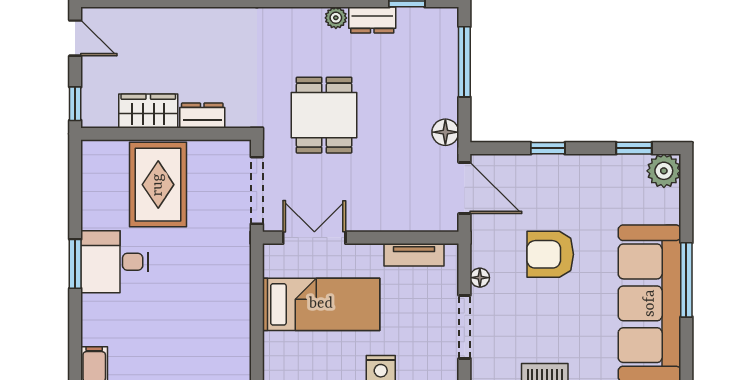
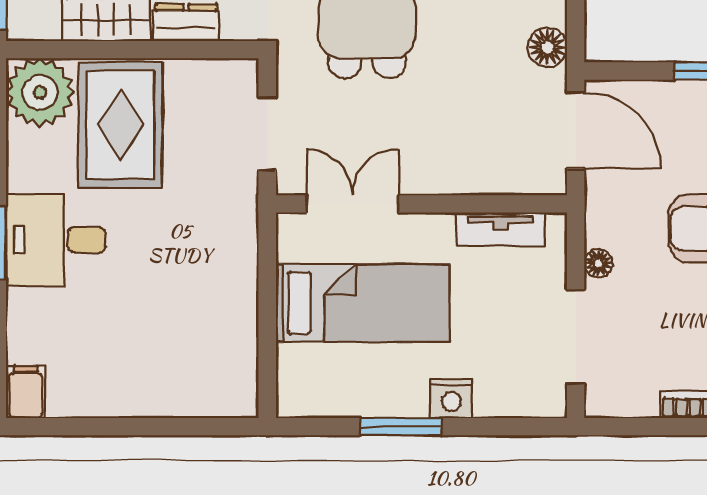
plant: (104, 162) -> (40, 92), added
doorway: (257, 190) -> (267, 134), width x0.73

